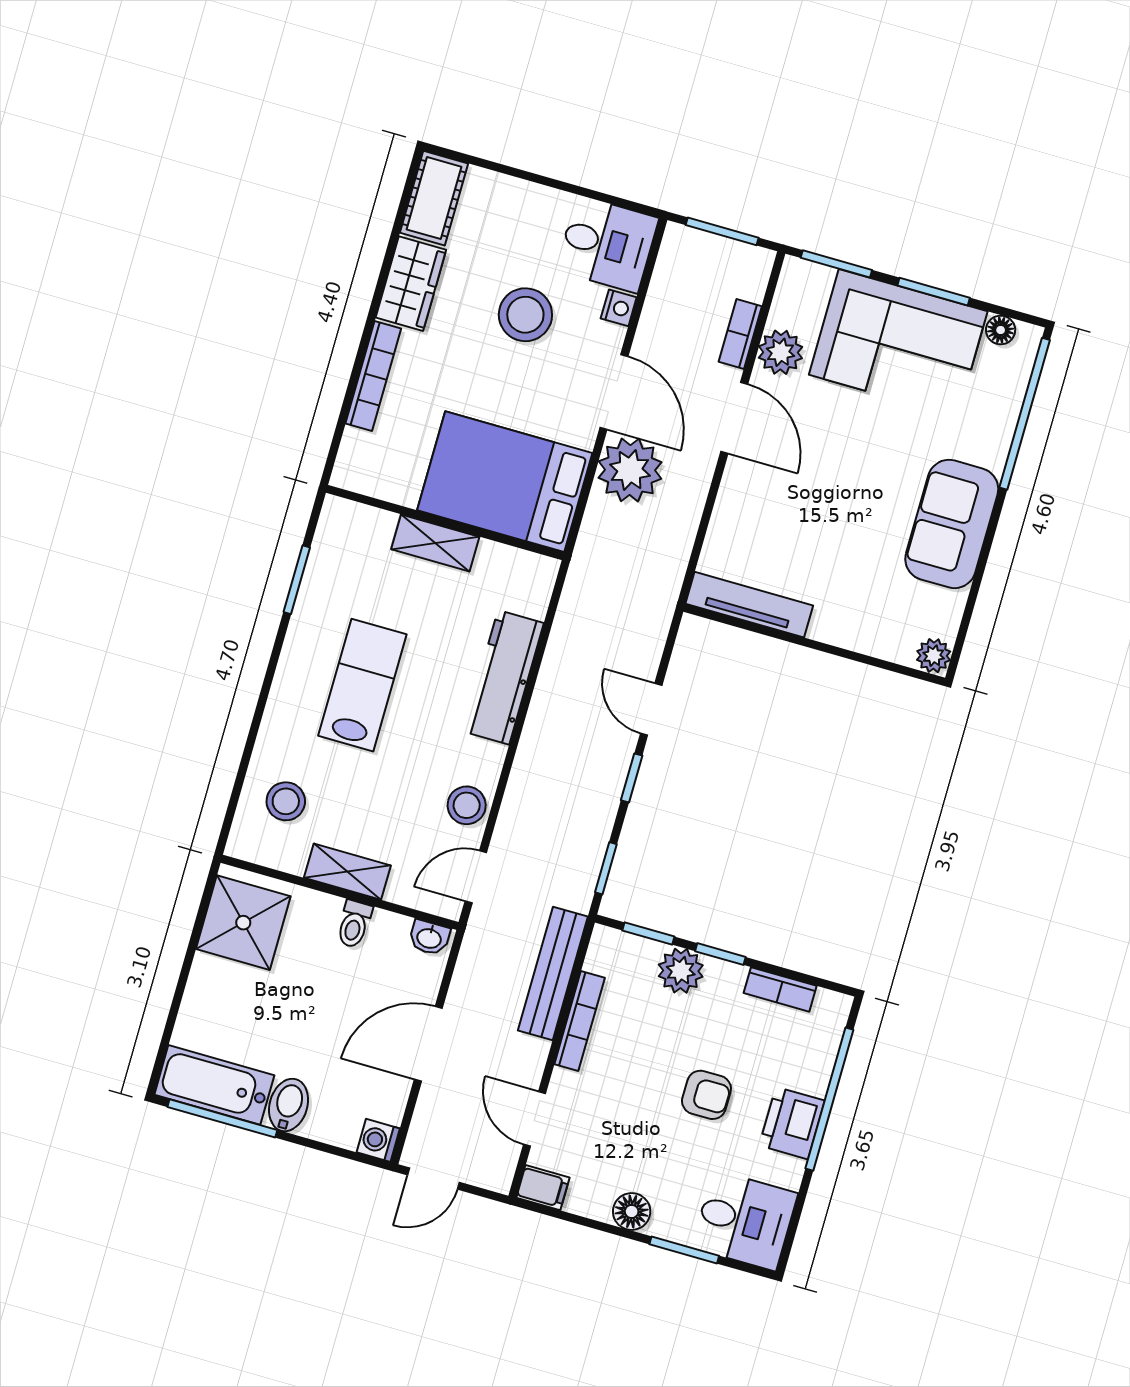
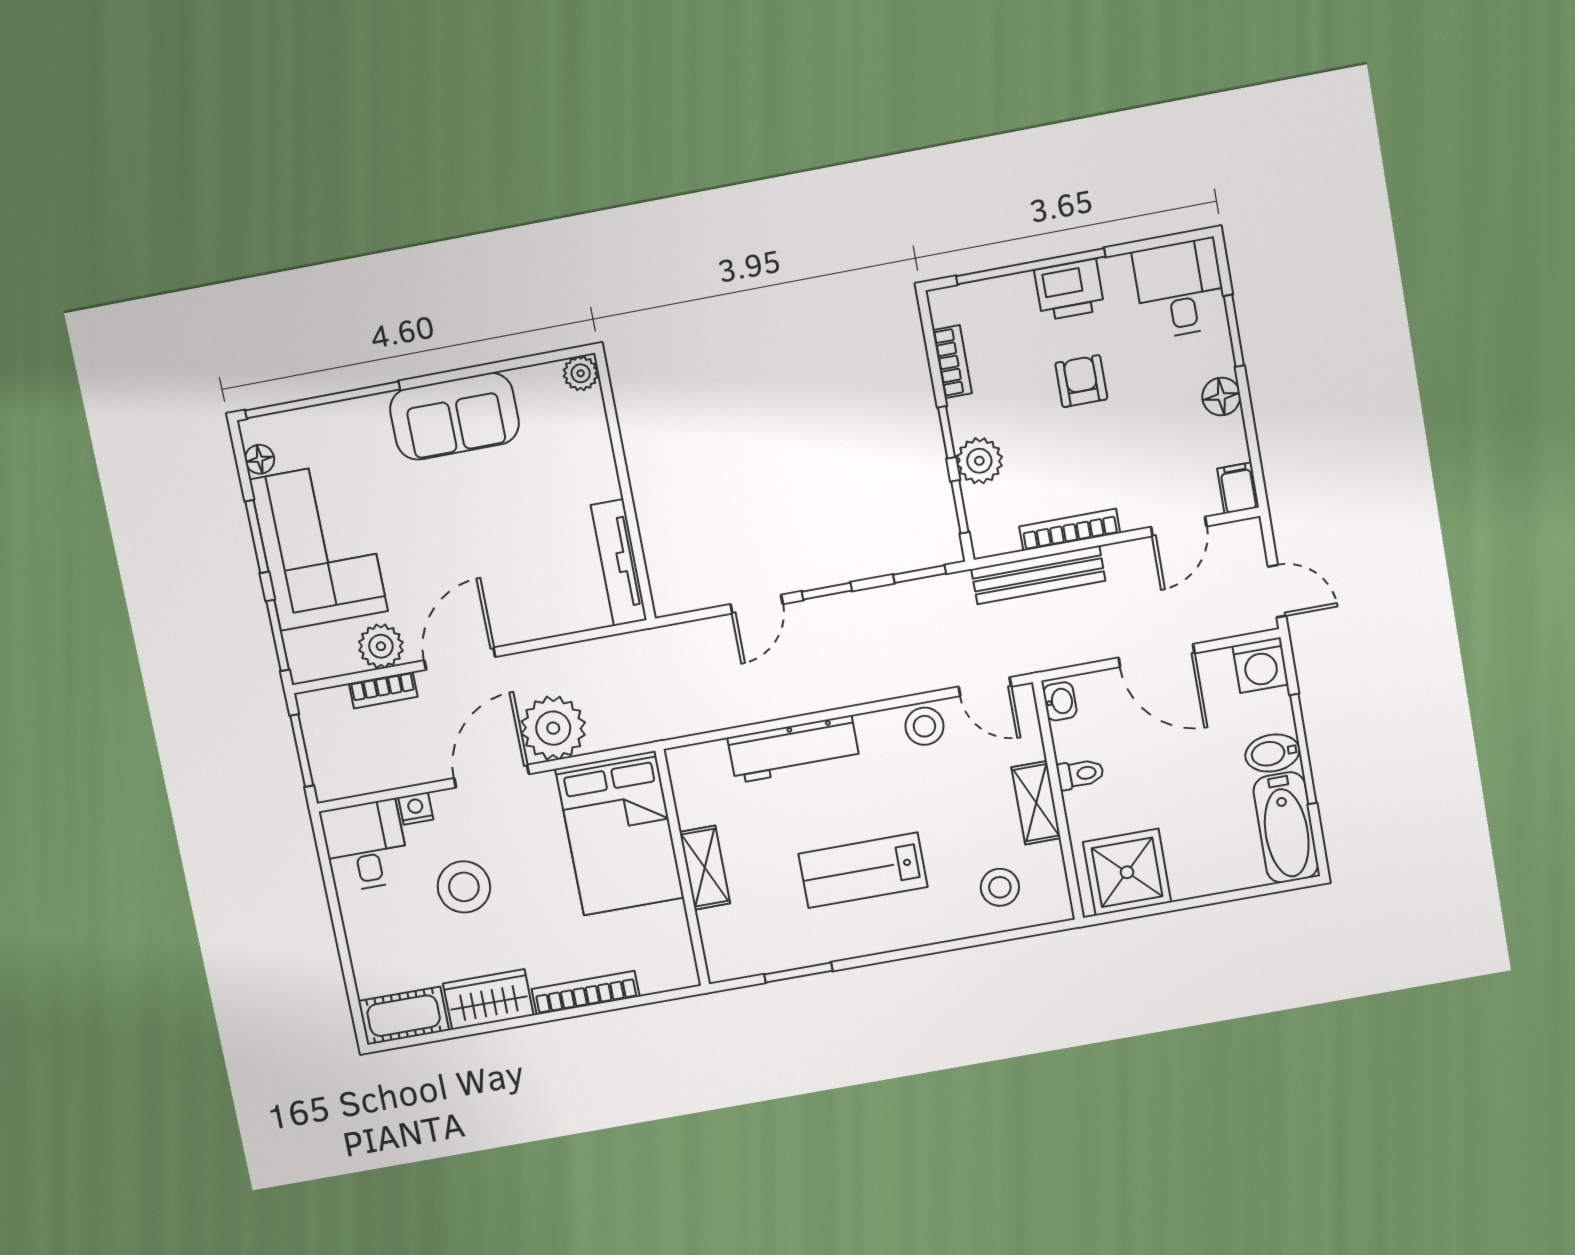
window: (222, 1118) -> (1303, 749), moved
washing machine: (378, 1140) -> (1260, 665), width x1.38, depth x1.38

